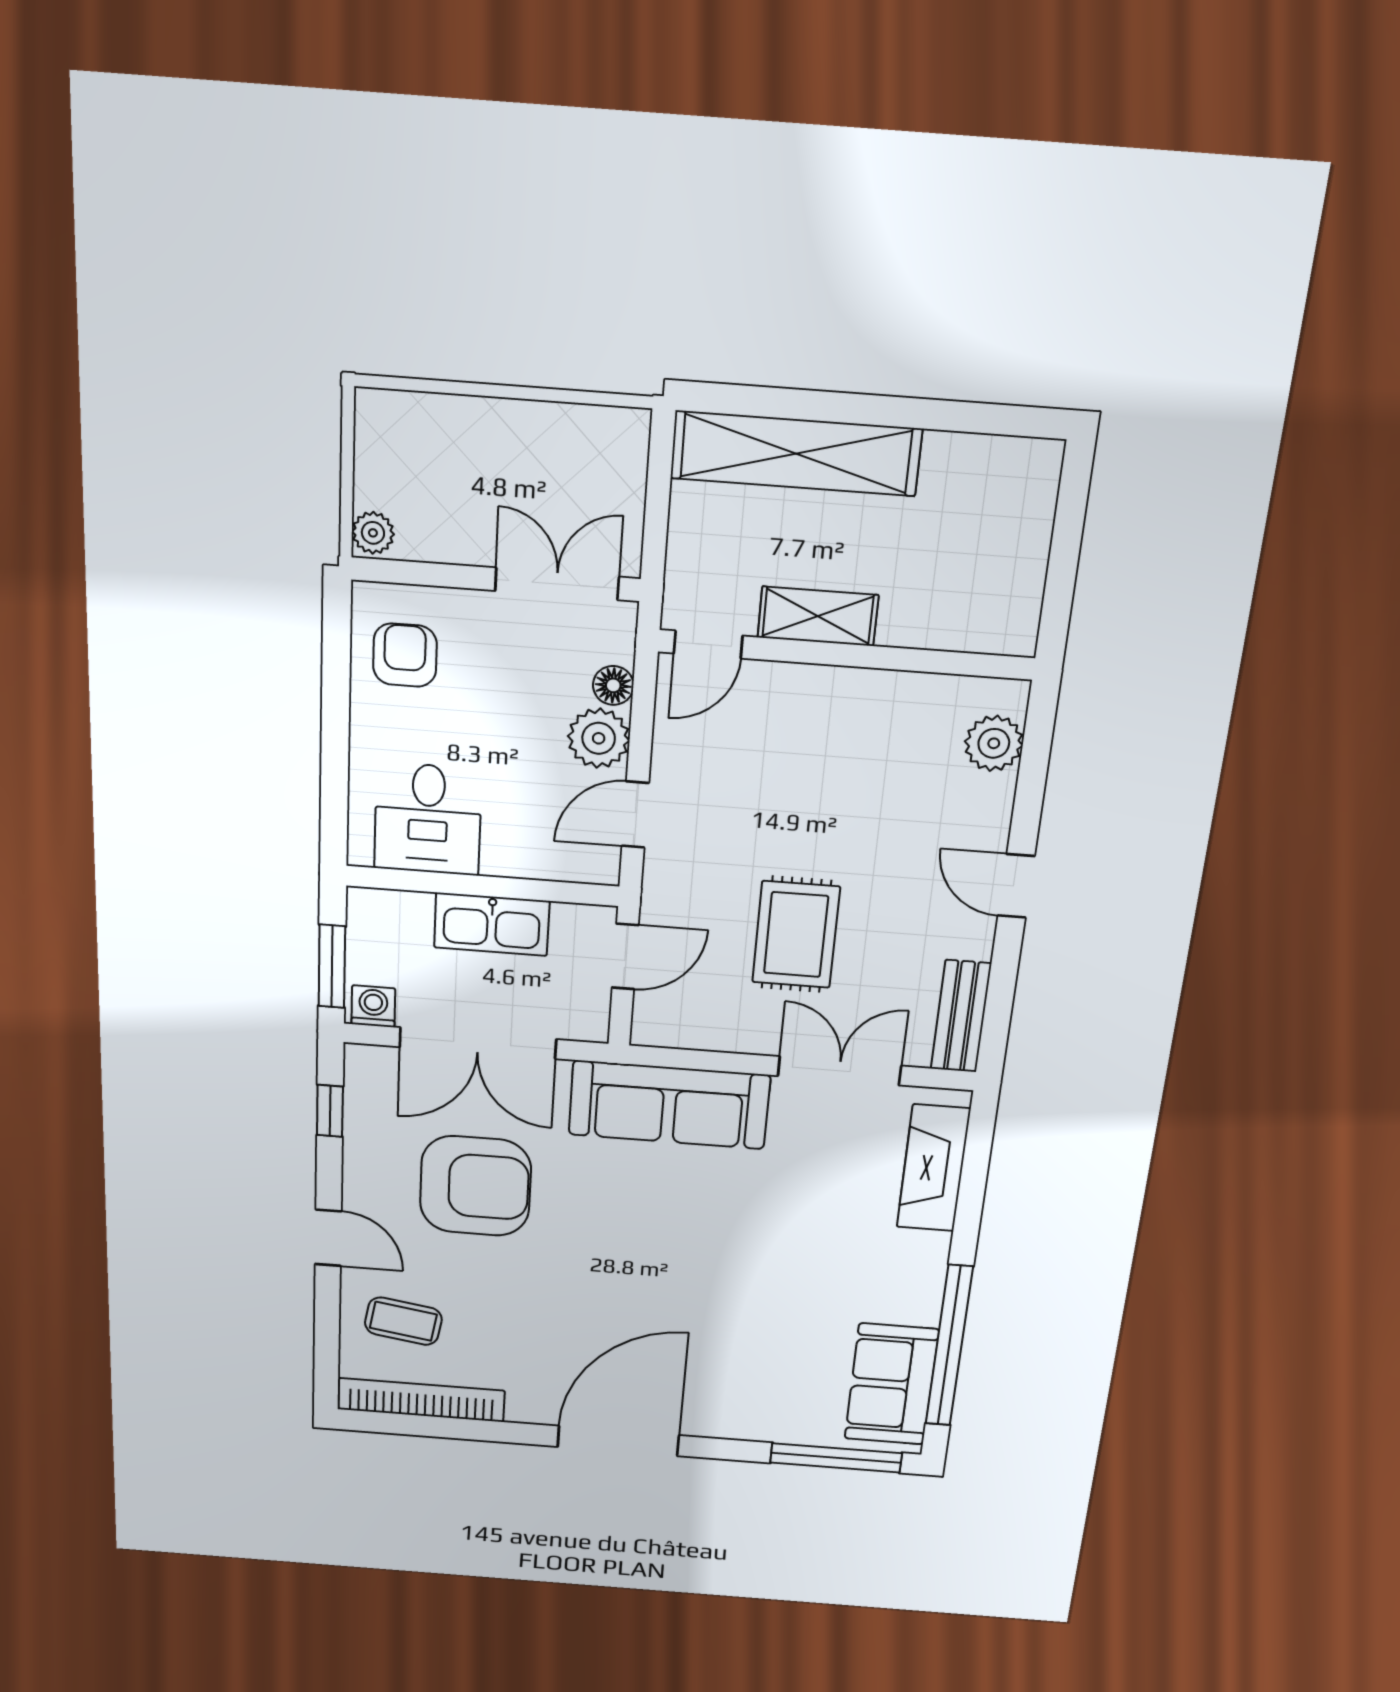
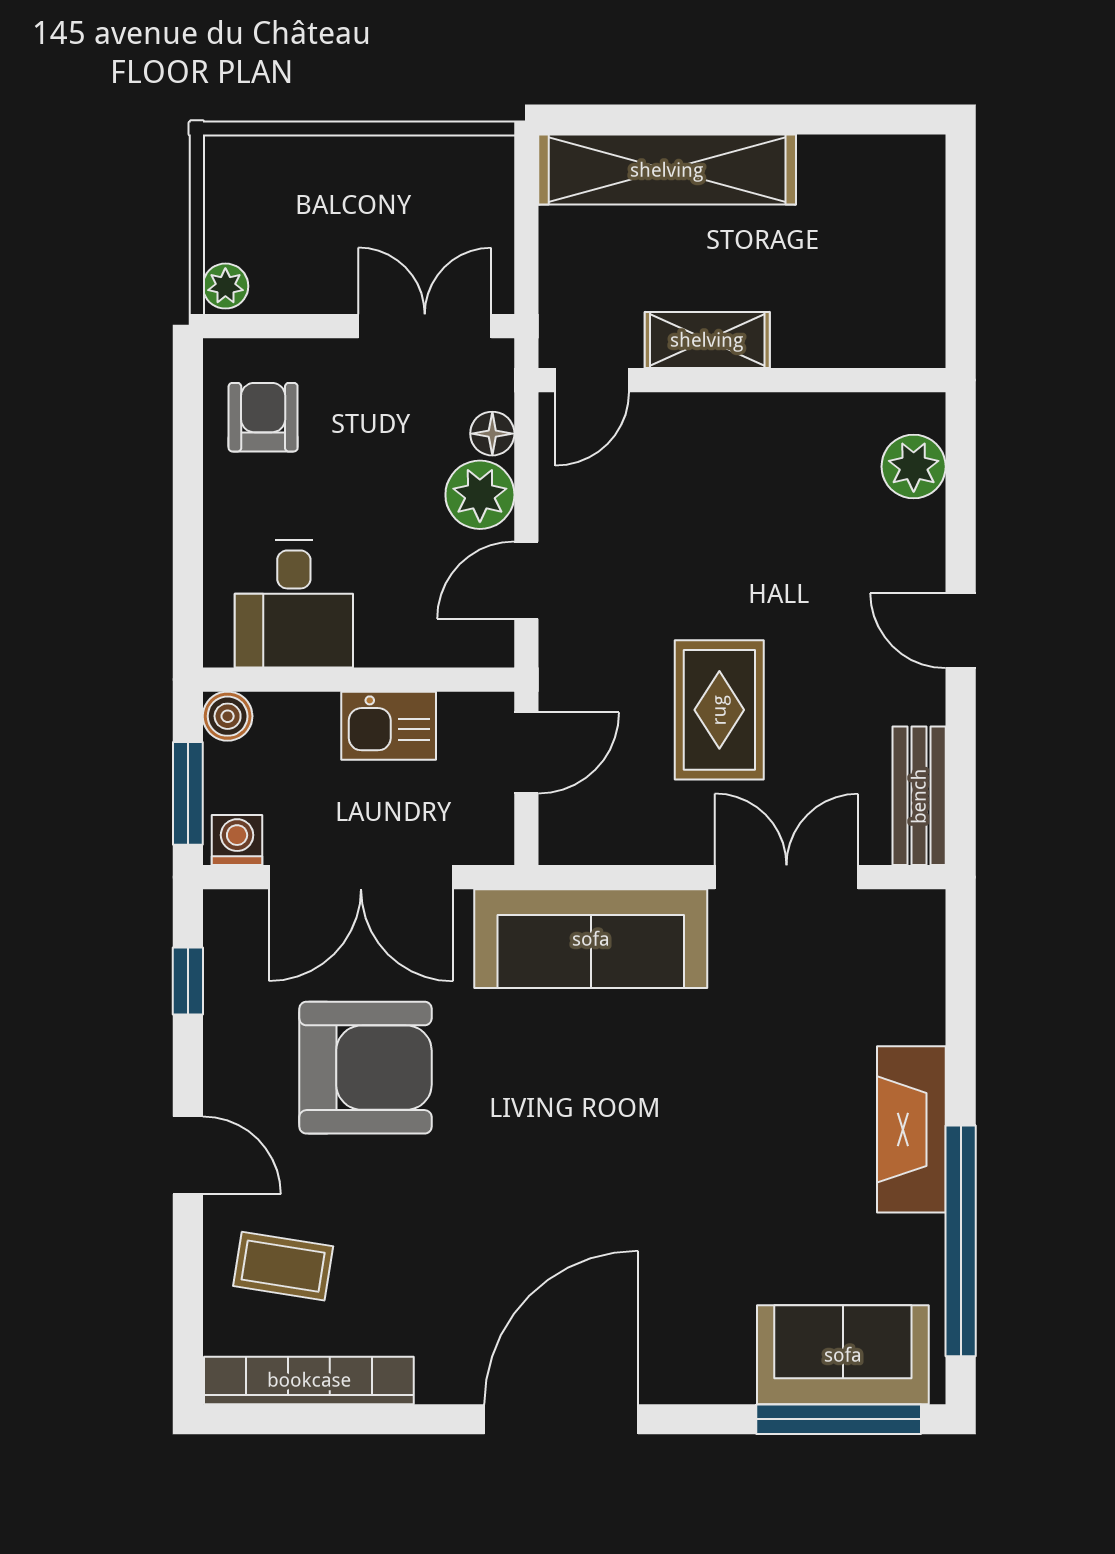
boiler: (367, 907) -> (228, 716), added
kitchen sink: (492, 924) -> (389, 726), width x0.73
fireplace: (933, 1168) -> (911, 1129), moved
sofa: (891, 1384) -> (843, 1355), moved, turned 90

